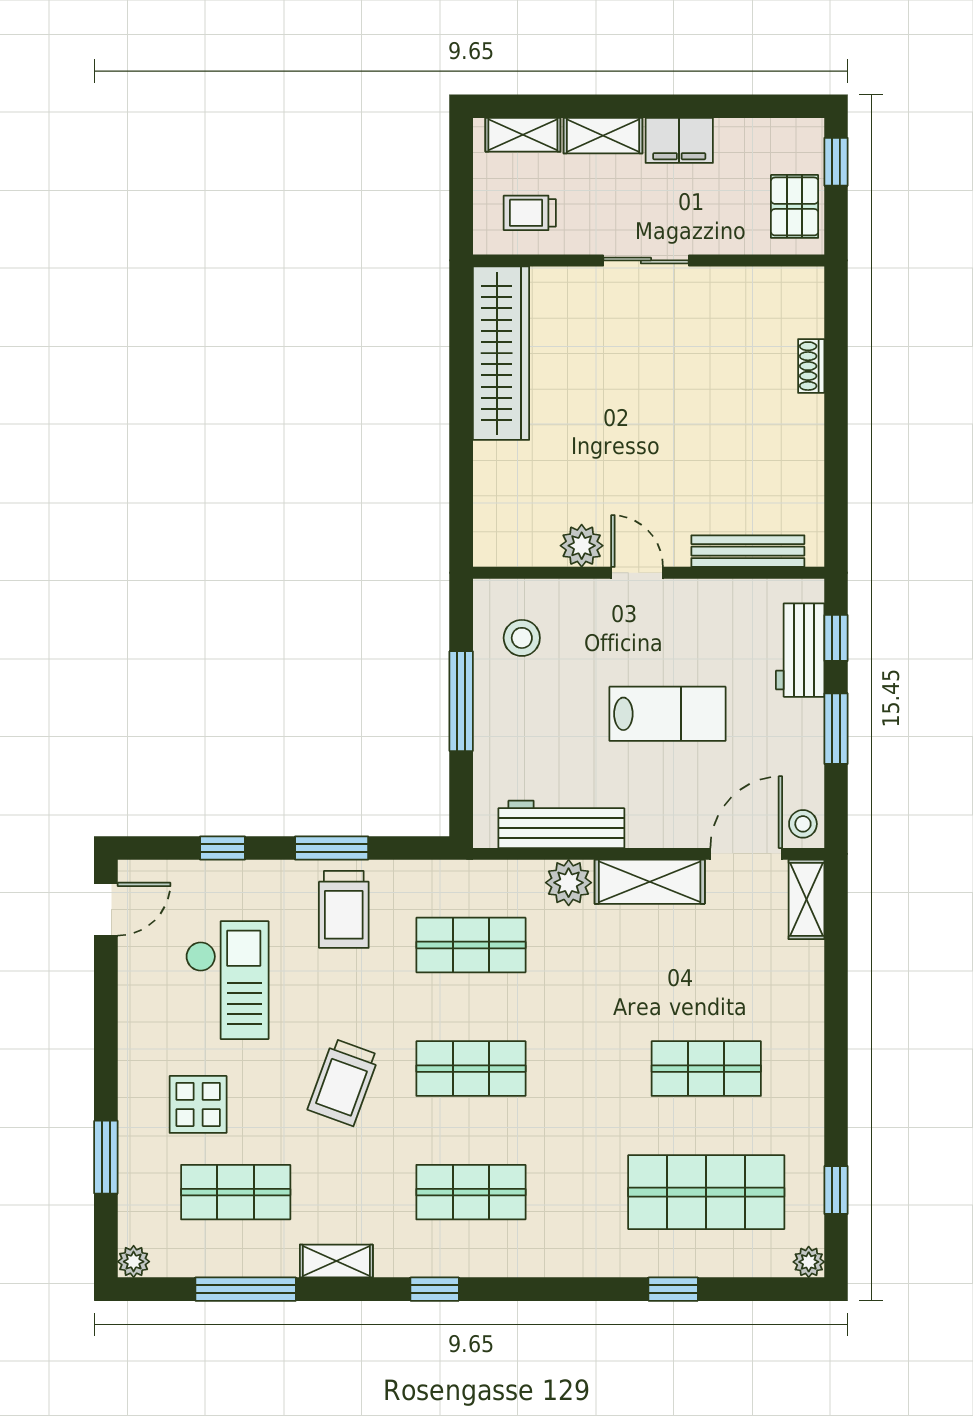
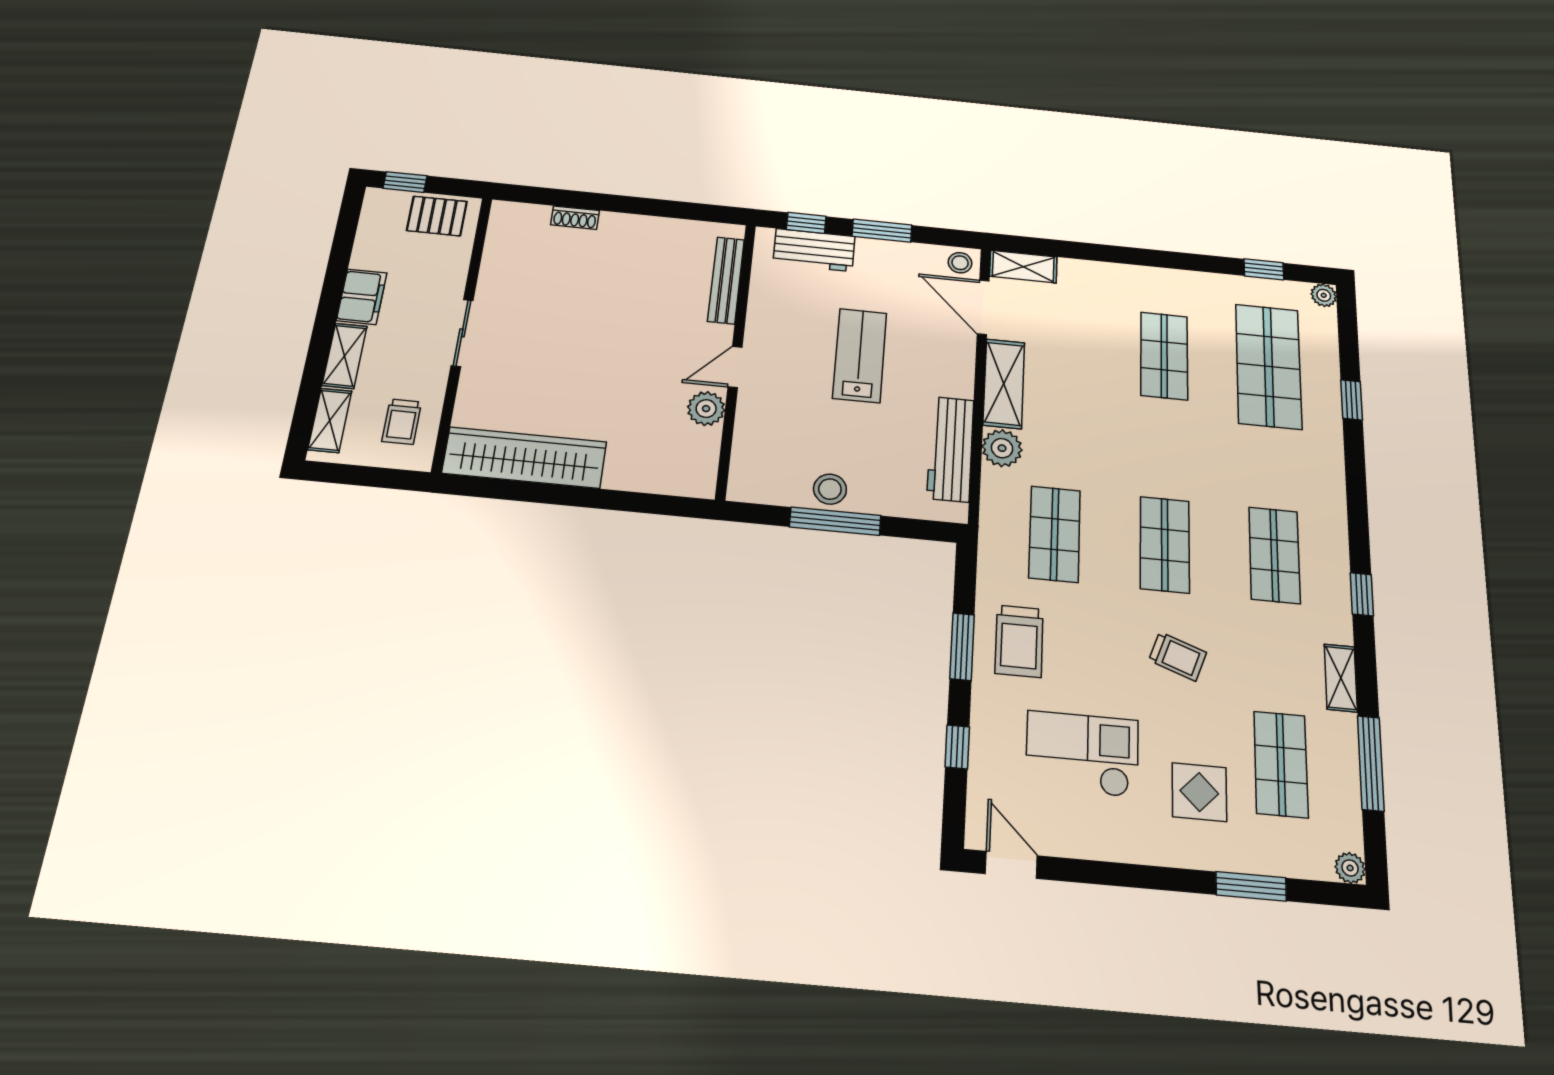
stool: (522, 638) -> (830, 489), moved
trolley: (344, 909) -> (1019, 641), turned 90
trolley: (343, 1082) -> (1178, 656), width x0.73, depth x0.72

